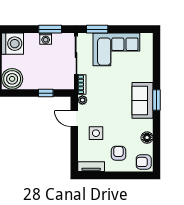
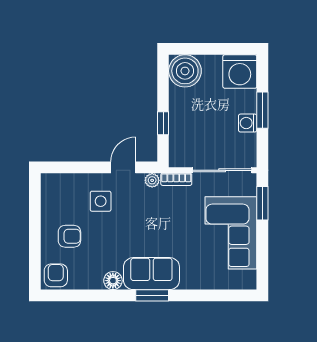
window: (50, 29) -> (262, 110), moved
floor lamp: (147, 138) -> (113, 281), moved
tv unit: (91, 167) -> (49, 194), removed

